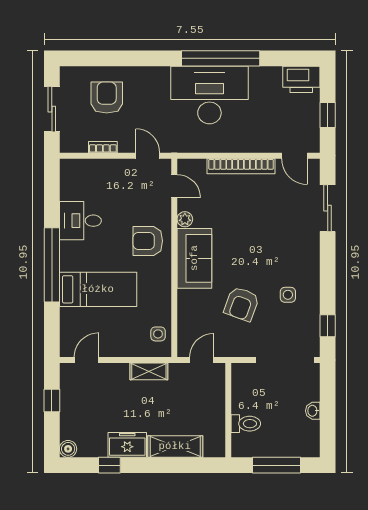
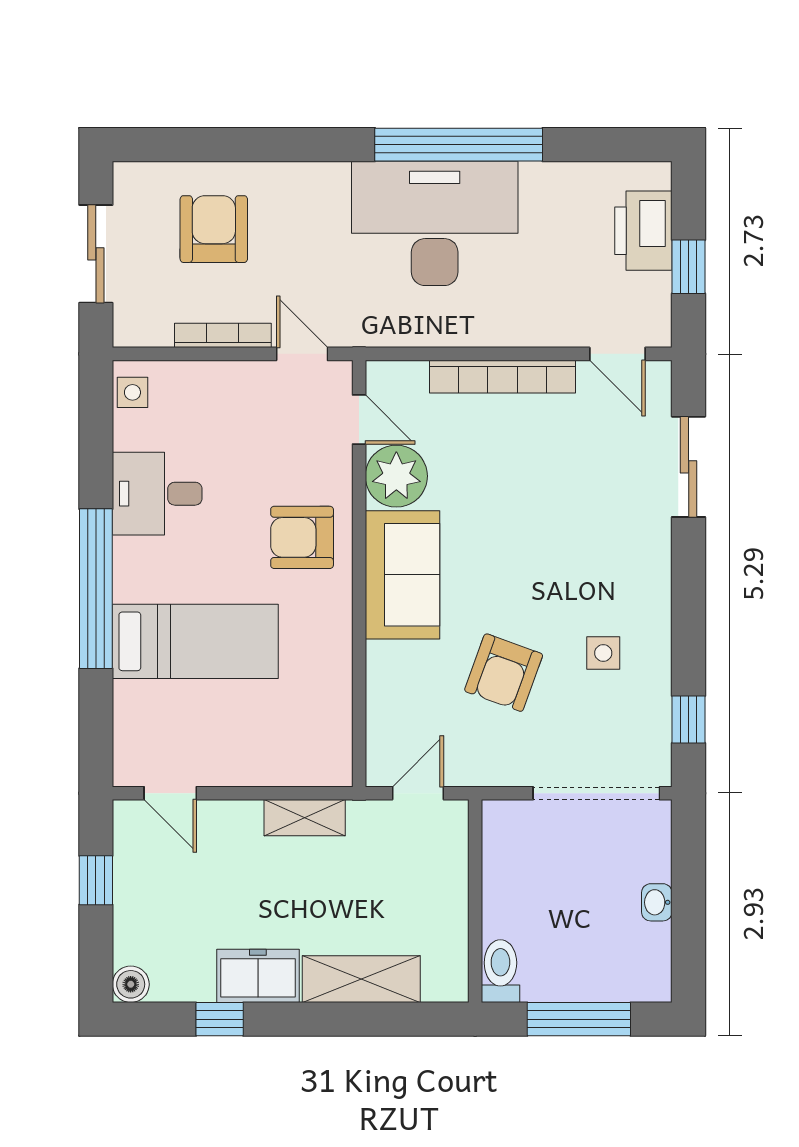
printer: (301, 79) -> (643, 231), moved, turned 90
bookcase: (103, 147) -> (223, 335), width x1.56
plant: (185, 219) -> (396, 476), width x1.87, depth x1.87
side table: (158, 334) -> (132, 392), moved
door: (86, 360) -> (170, 793), swing flipped
toilet: (246, 424) -> (500, 971), moved, turned -90

